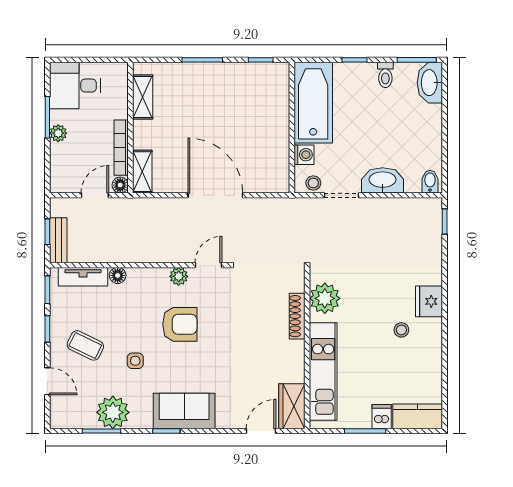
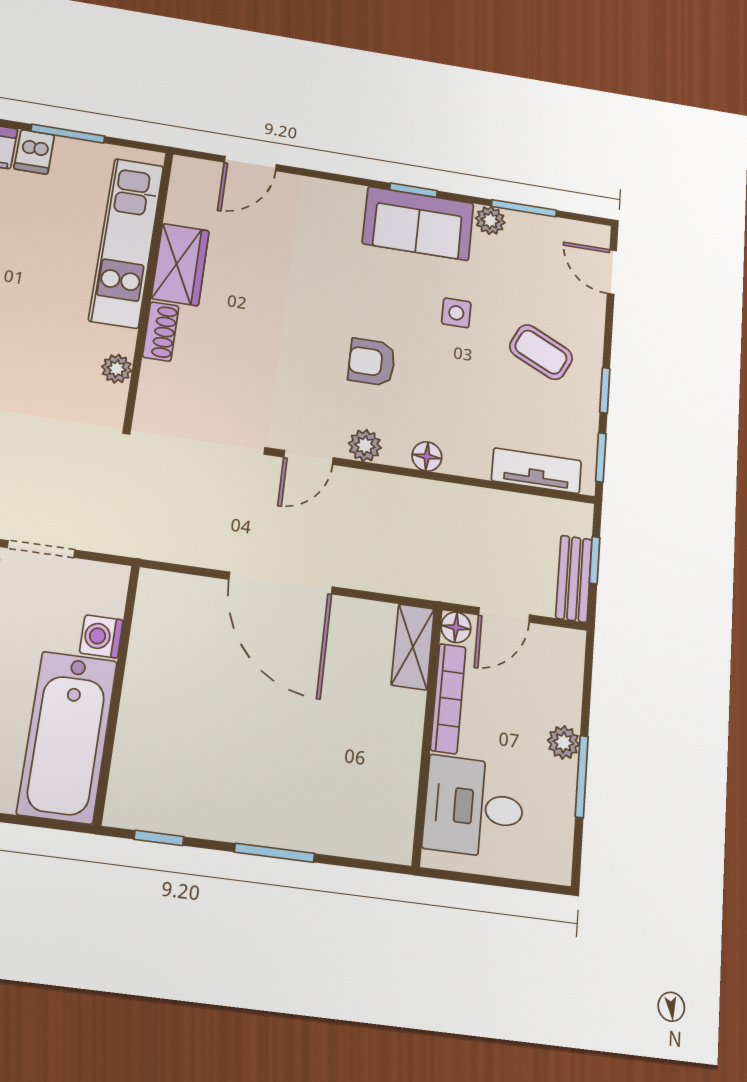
desk: (75, 86) -> (474, 807), moved, turned 180
shelving: (143, 97) -> (399, 792), removed
stool: (313, 183) -> (92, 580), removed
bench: (58, 240) -> (574, 579), moved
floor lamp: (118, 275) -> (427, 456), moved
plant: (325, 298) -> (117, 369), width x0.53, depth x0.53
shoe rack: (297, 316) -> (161, 331), width x0.70
armchair: (180, 324) -> (372, 362), width x0.72, depth x0.72
door: (47, 381) -> (612, 272), moved
wardrobe: (292, 406) -> (180, 265), moved
sofa: (184, 411) -> (418, 223), moved
plant: (113, 412) -> (490, 220), width x0.53, depth x0.53

